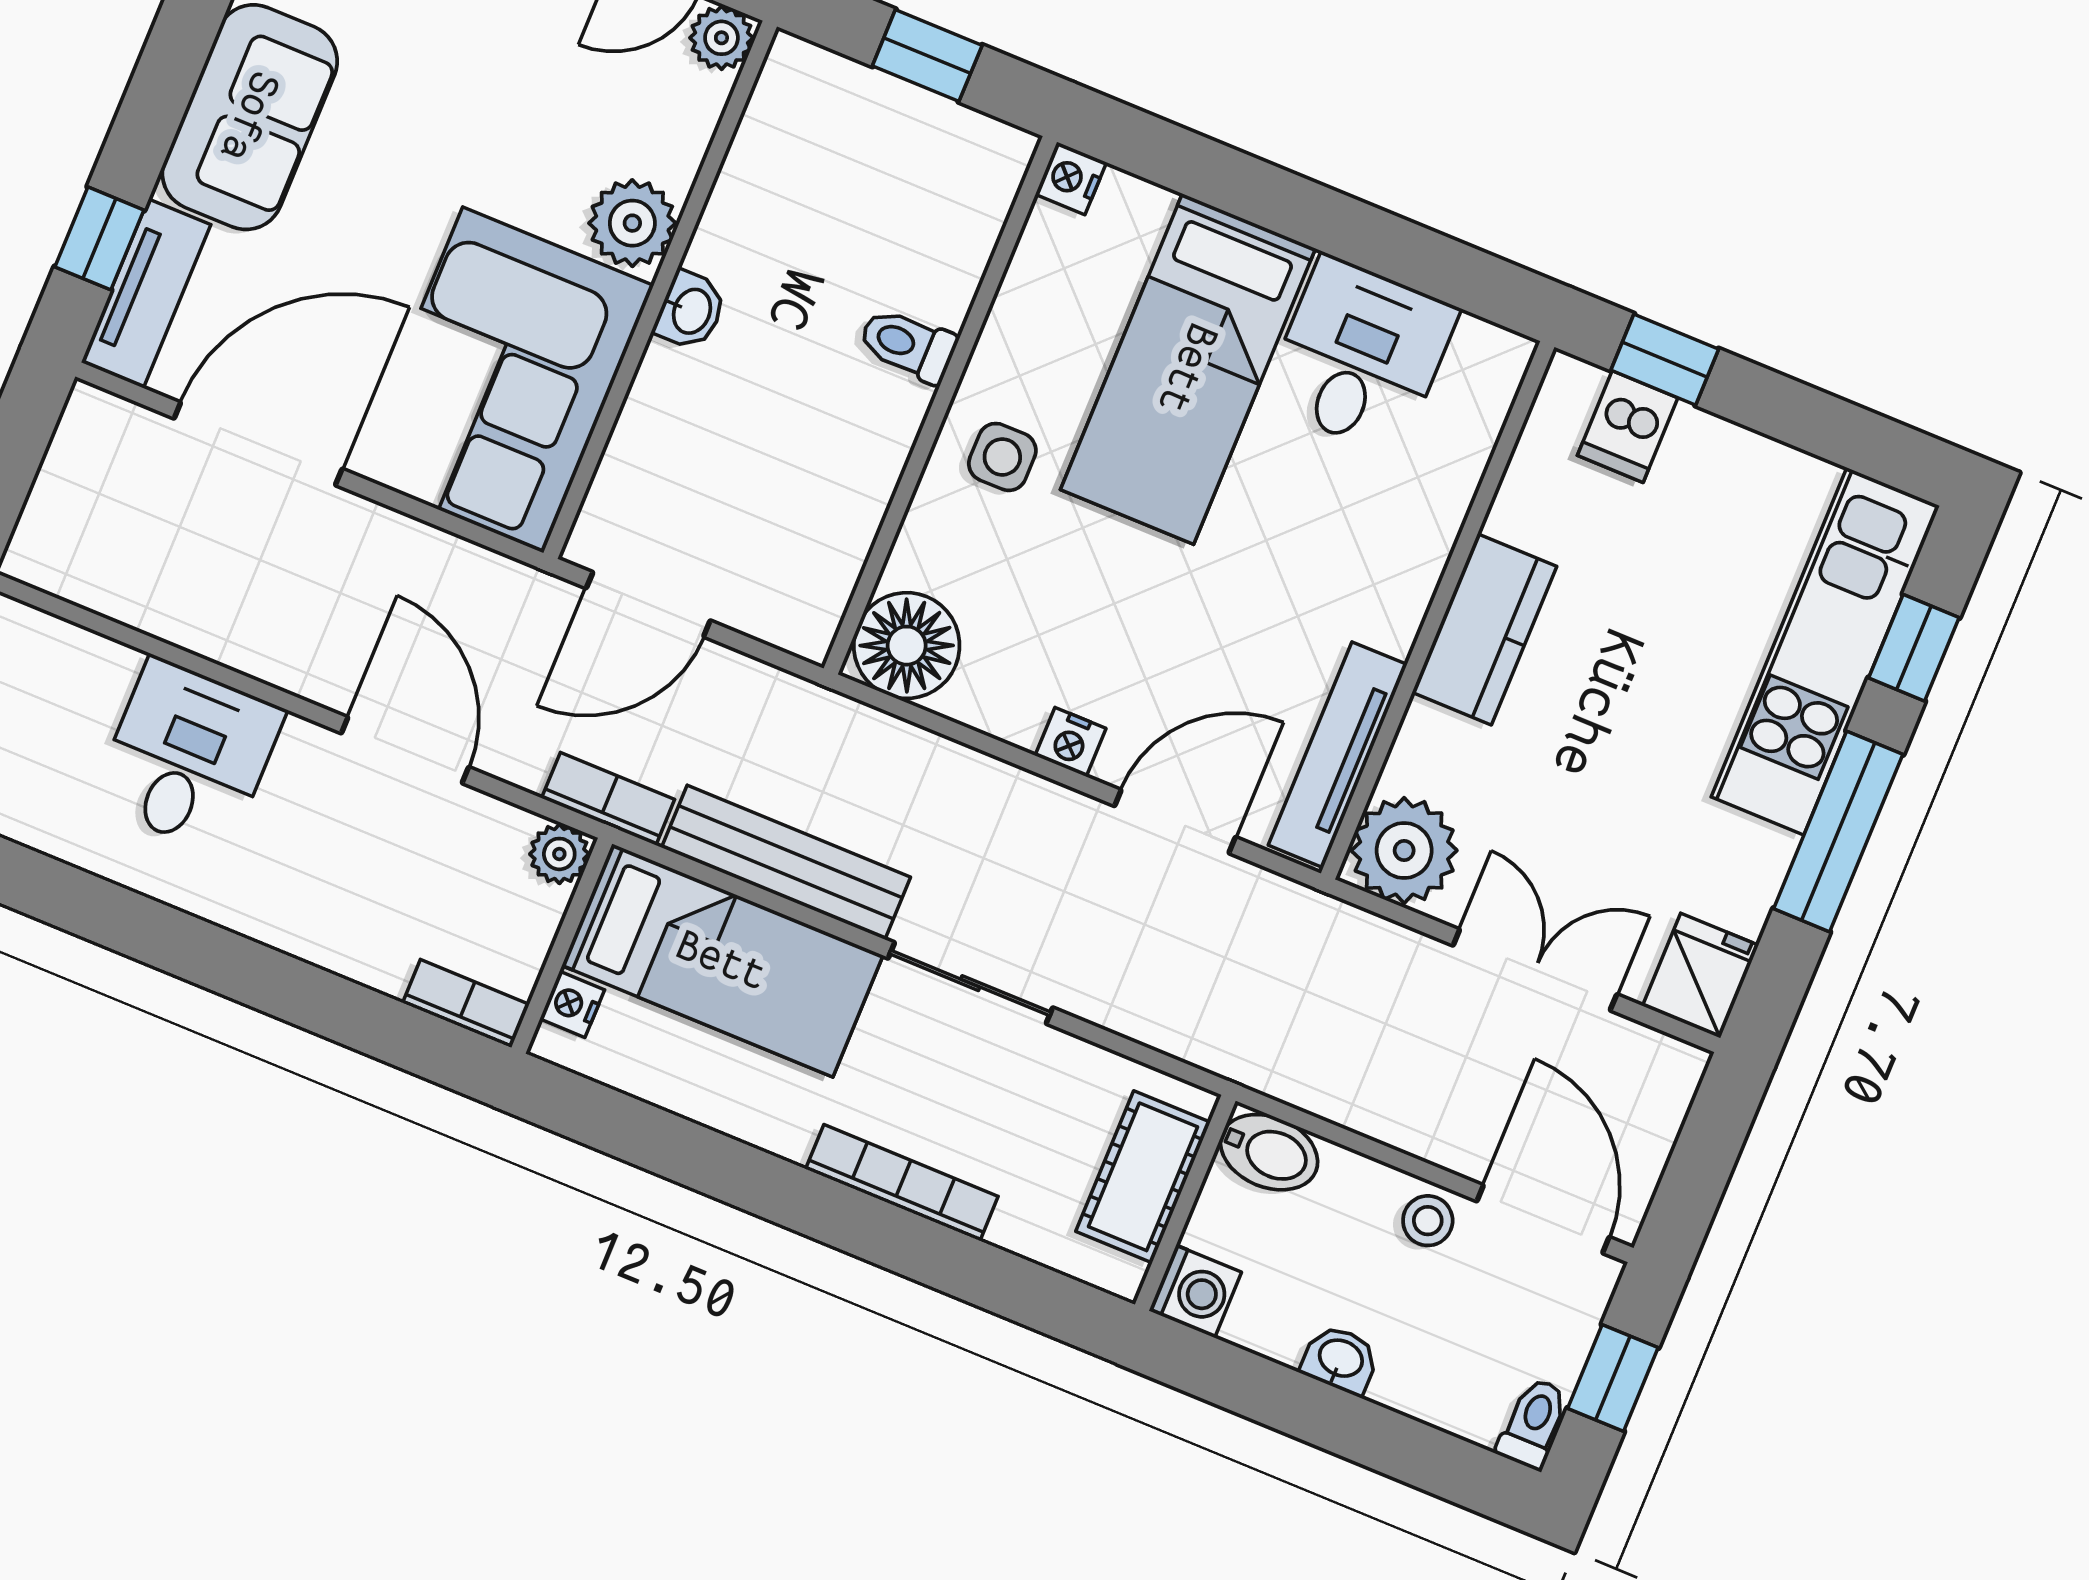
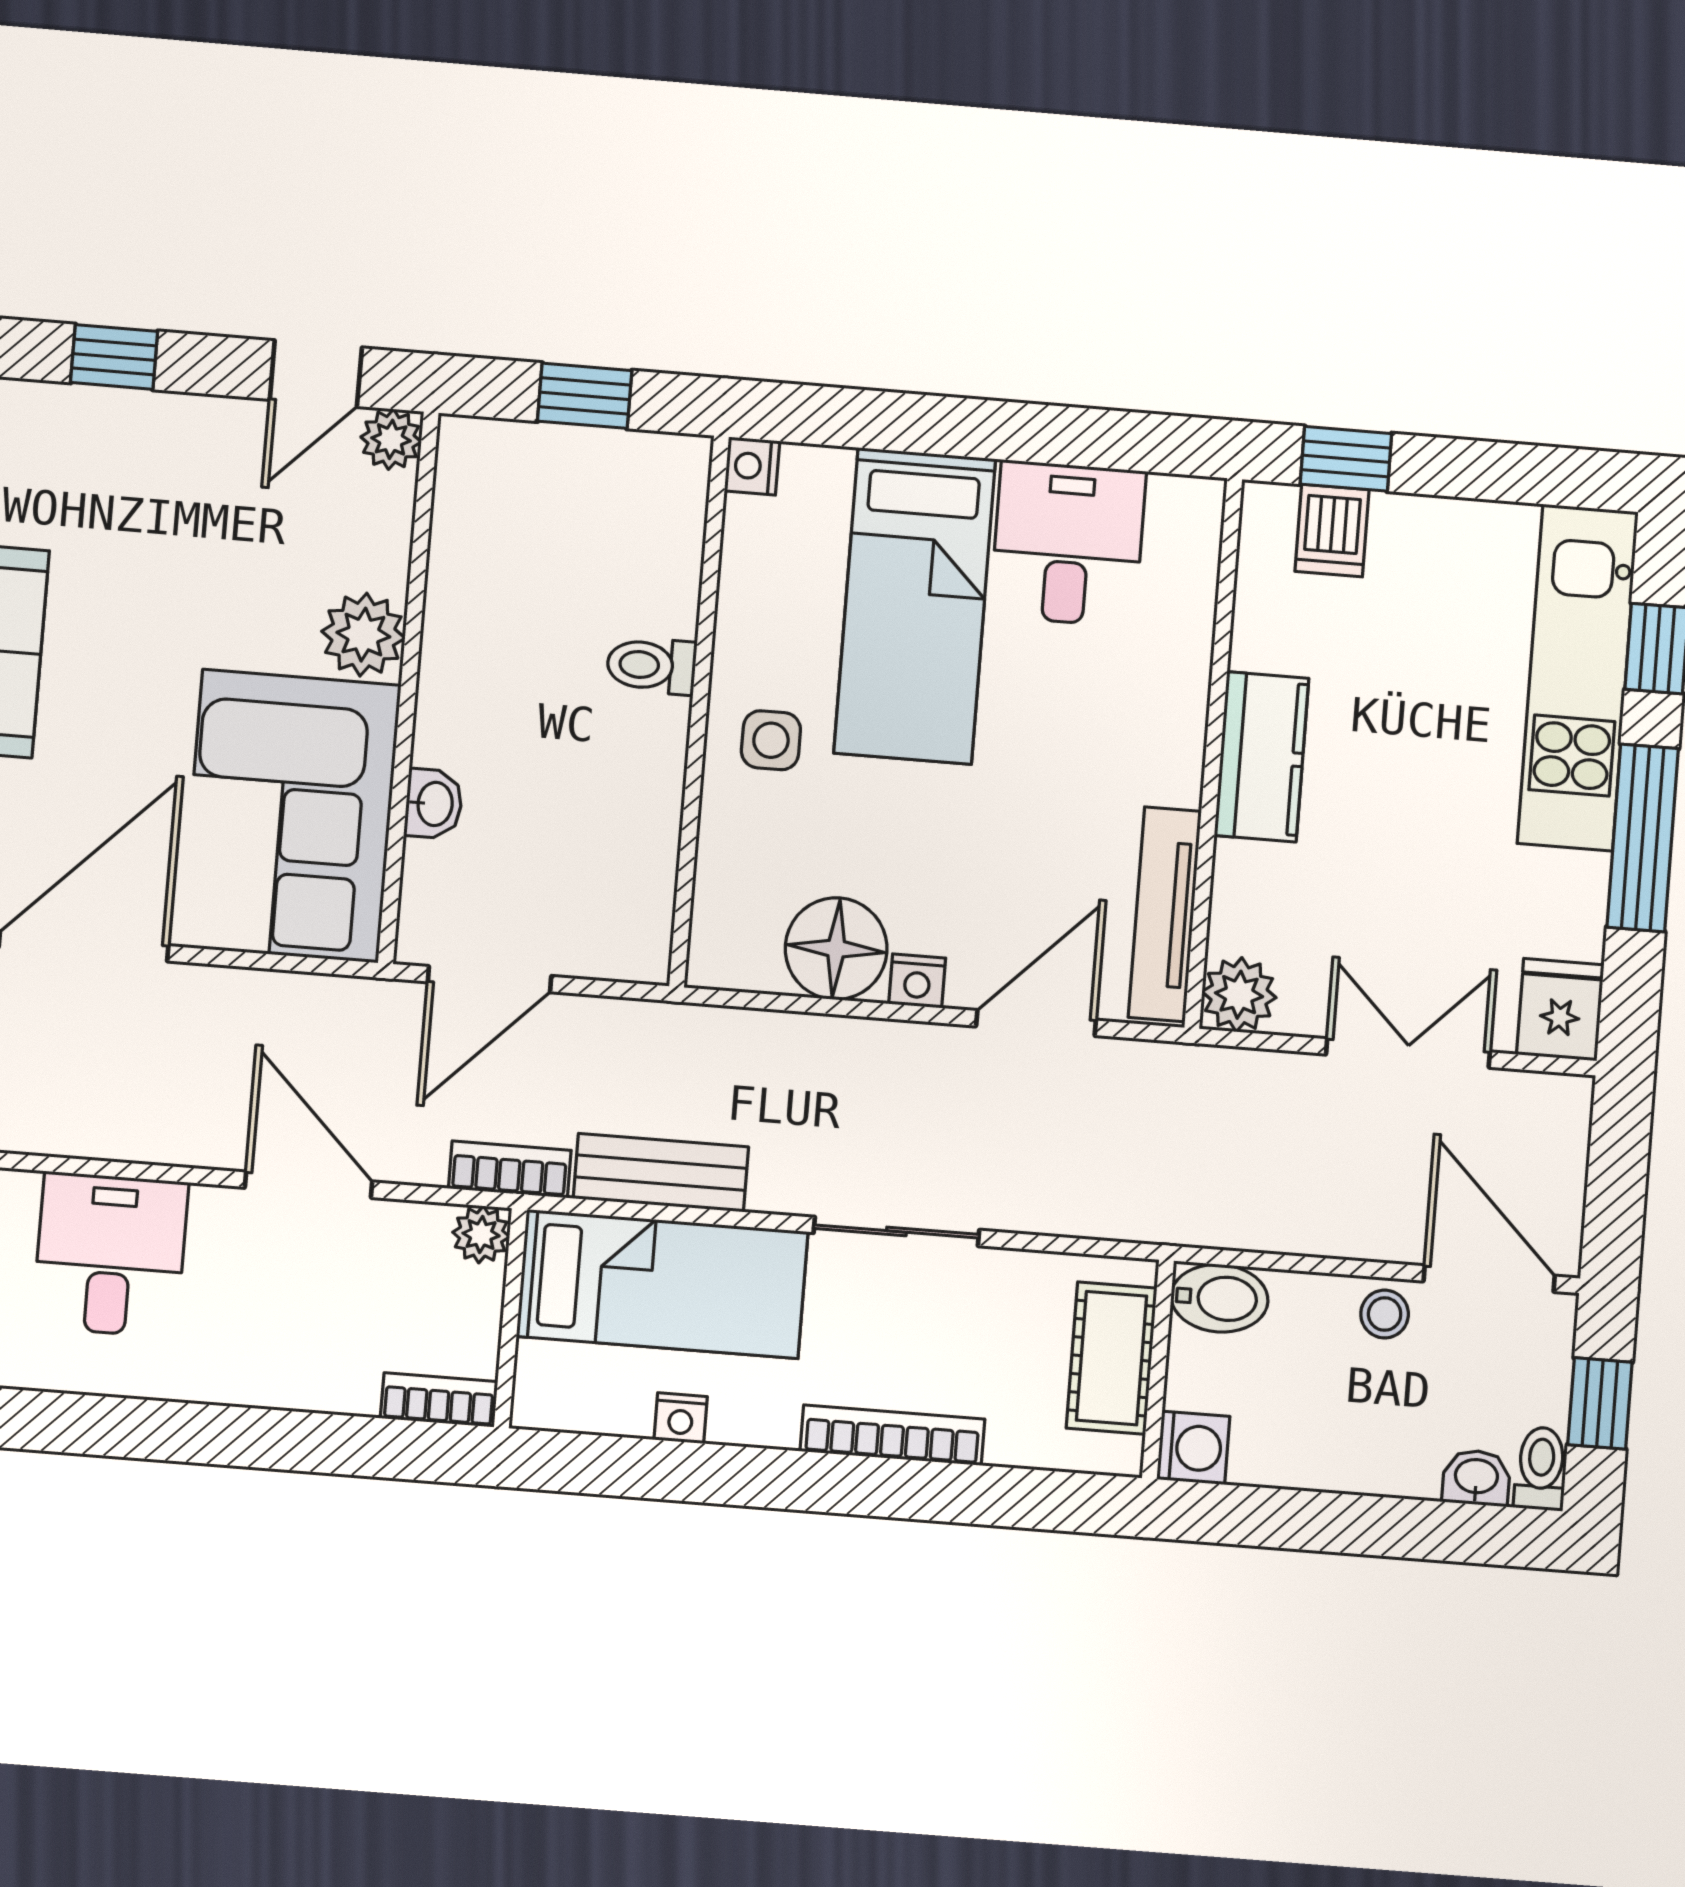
washbasin: (690, 311) -> (433, 804), moved
floor lamp: (907, 646) -> (836, 949), moved
plant: (1404, 850) -> (1239, 995), width x0.73, depth x0.73
bench: (786, 862) -> (661, 1173), width x0.73
nightstand: (572, 1004) -> (681, 1418), moved, turned -90
washbasin: (1340, 1360) -> (1476, 1478), moved

